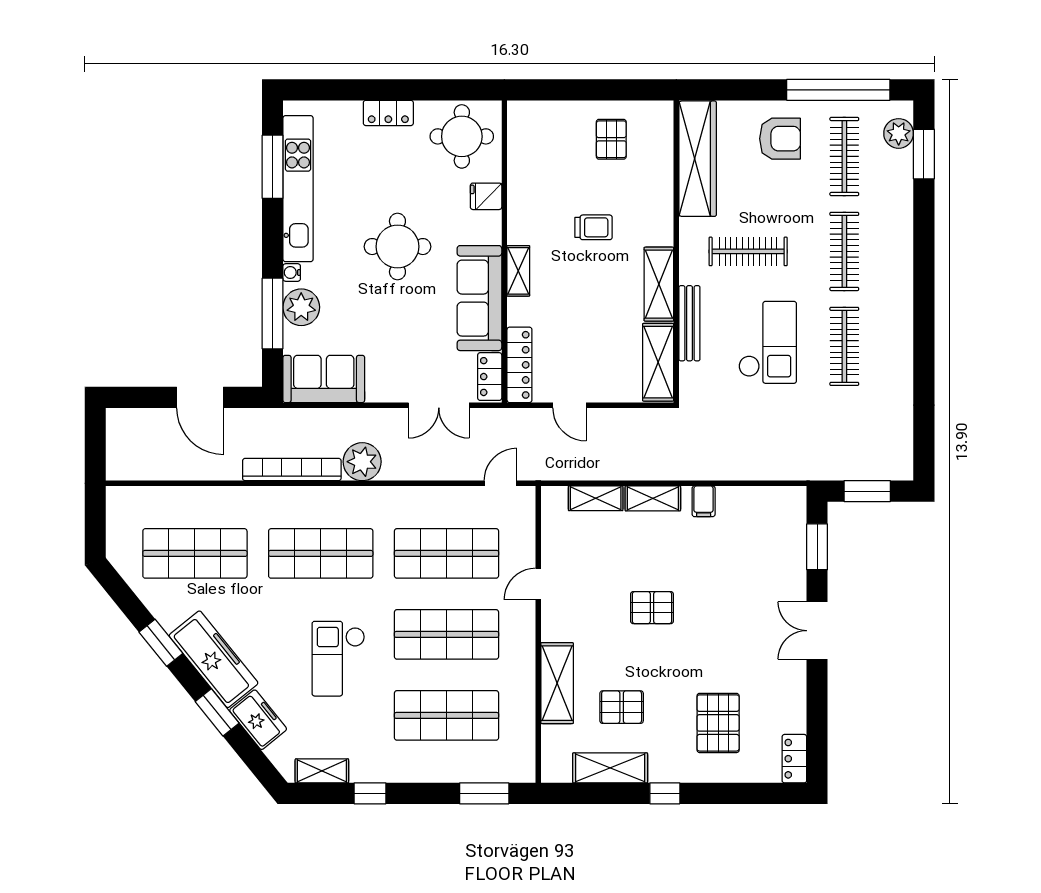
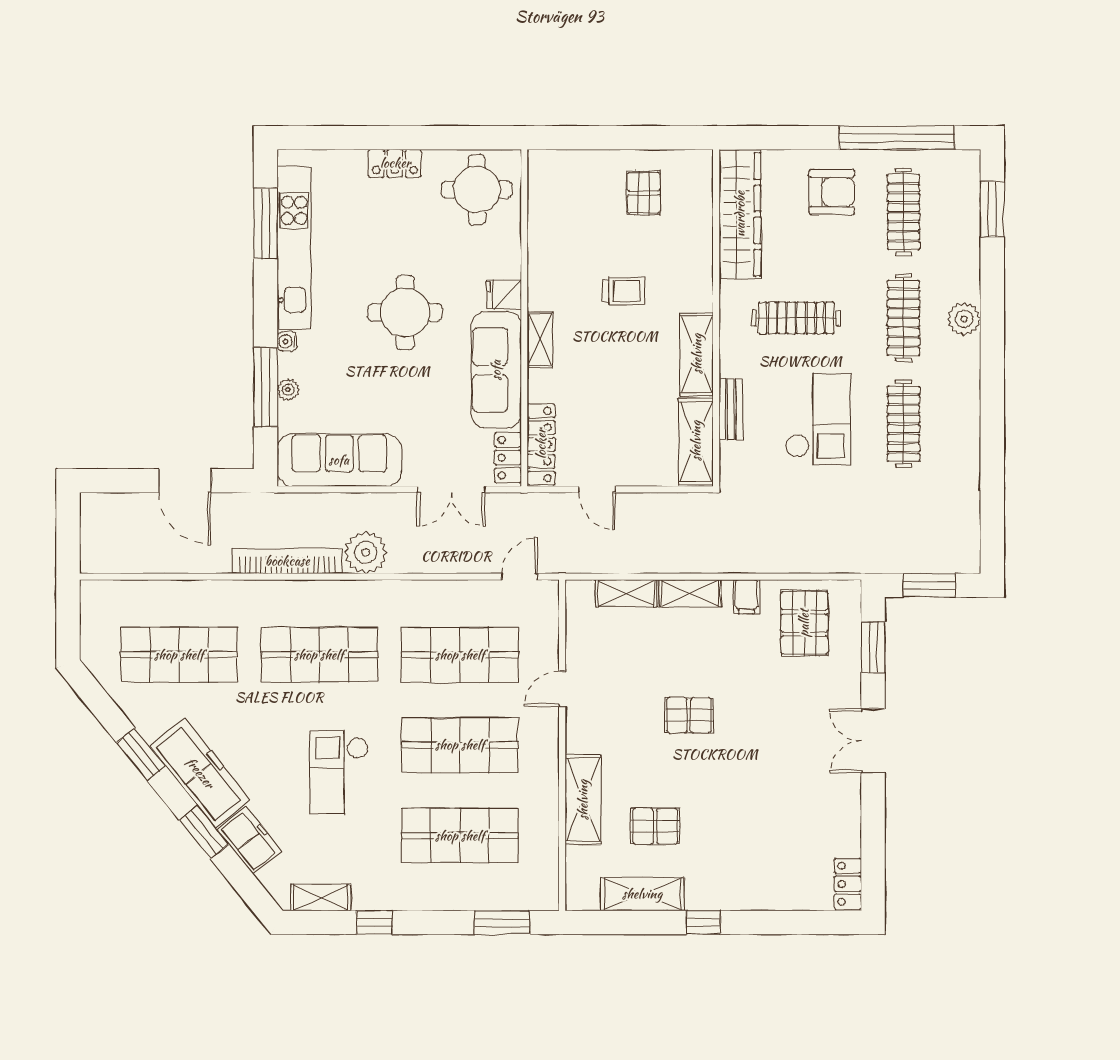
plant: (899, 133) -> (964, 319), moved
fridge: (486, 196) -> (504, 294), moved
plant: (301, 307) -> (288, 390), width x0.53, depth x0.53
bench: (689, 323) -> (731, 409), width x0.73
sofa: (324, 379) -> (339, 460), width x1.36
pallet: (718, 723) -> (804, 623), moved

